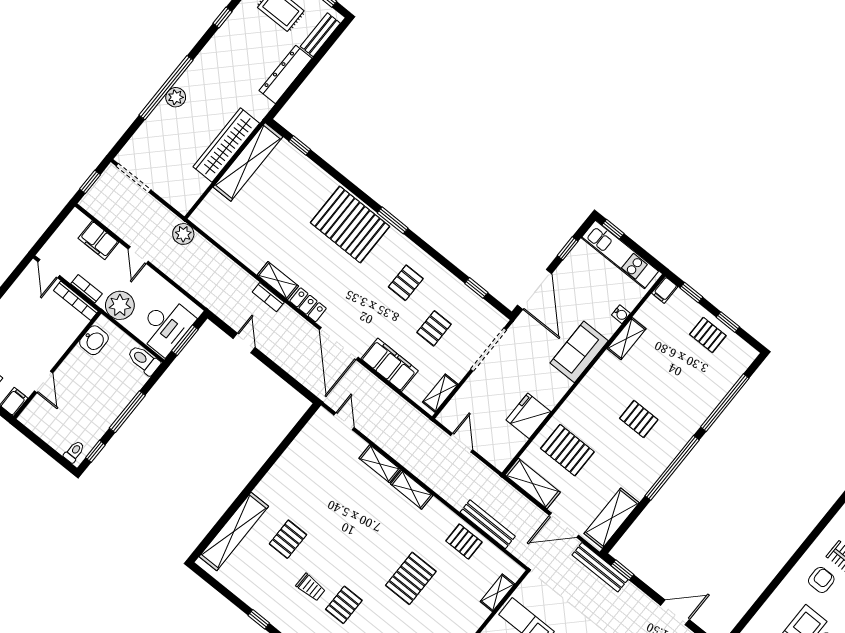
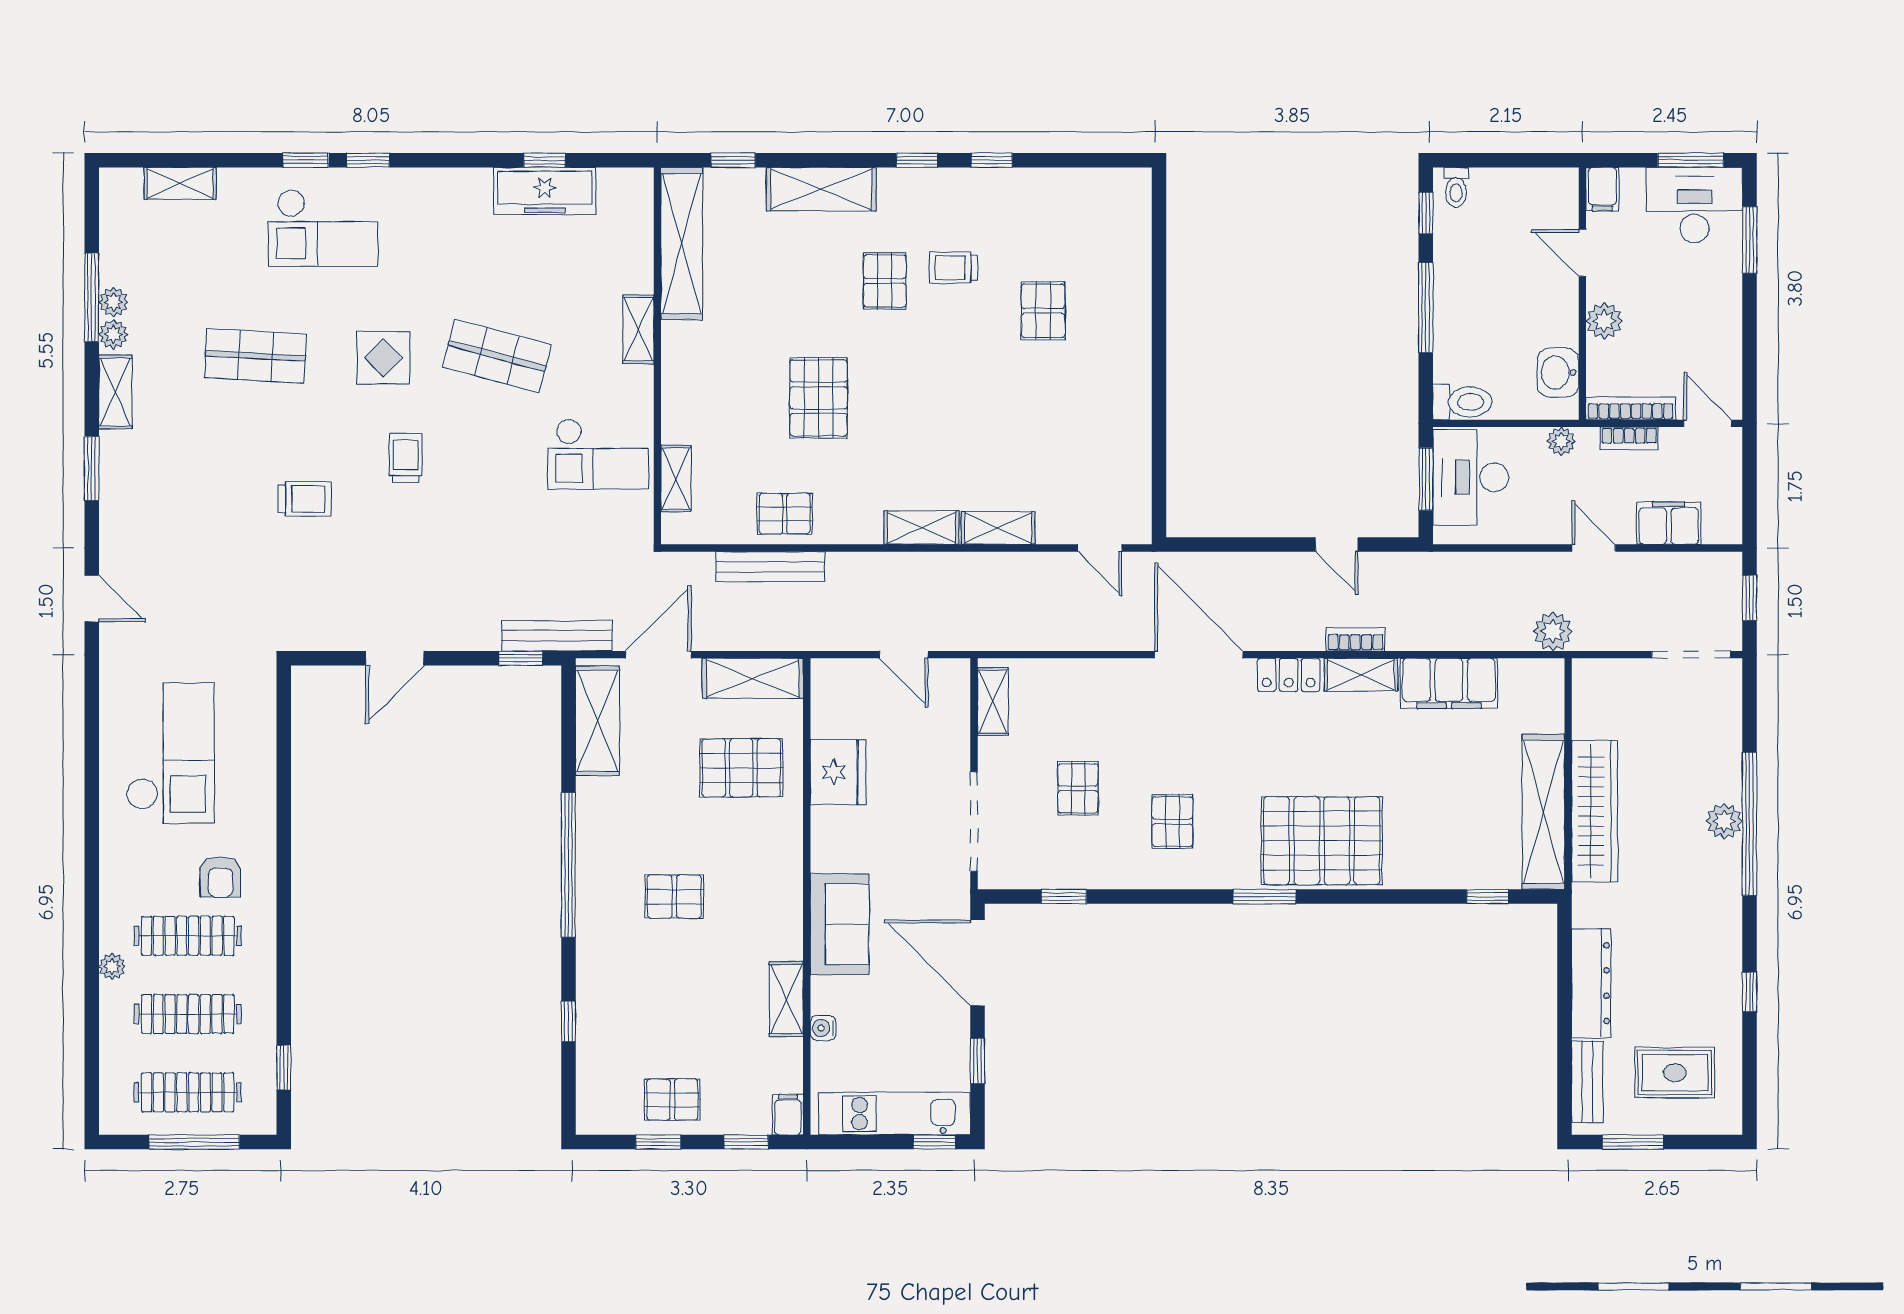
plant: (120, 305) -> (1561, 441), width x0.53, depth x0.53
plant: (57, 346) -> (1604, 321), added
filing cabinet: (390, 365) -> (1449, 683), moved
window: (725, 403) -> (568, 1021), width x0.32
shelving: (234, 531) -> (1131, 259), removed

